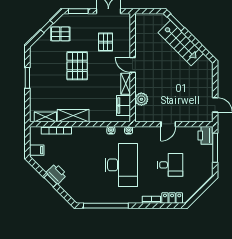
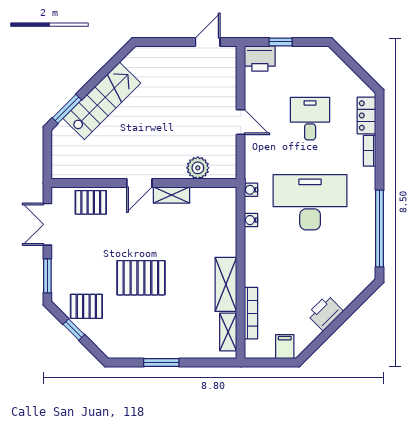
pallet: (60, 34) -> (86, 306), turned 90
pallet: (106, 42) -> (91, 202), moved
filing cabinet: (124, 106) -> (209, 198), removed
window: (215, 148) -> (281, 42), width x0.46
window: (50, 181) -> (337, 323), removed

